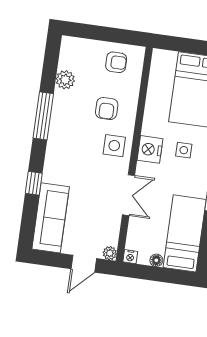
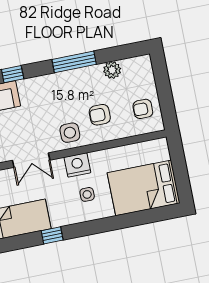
armchair: (116, 62) -> (143, 109), turned 90

